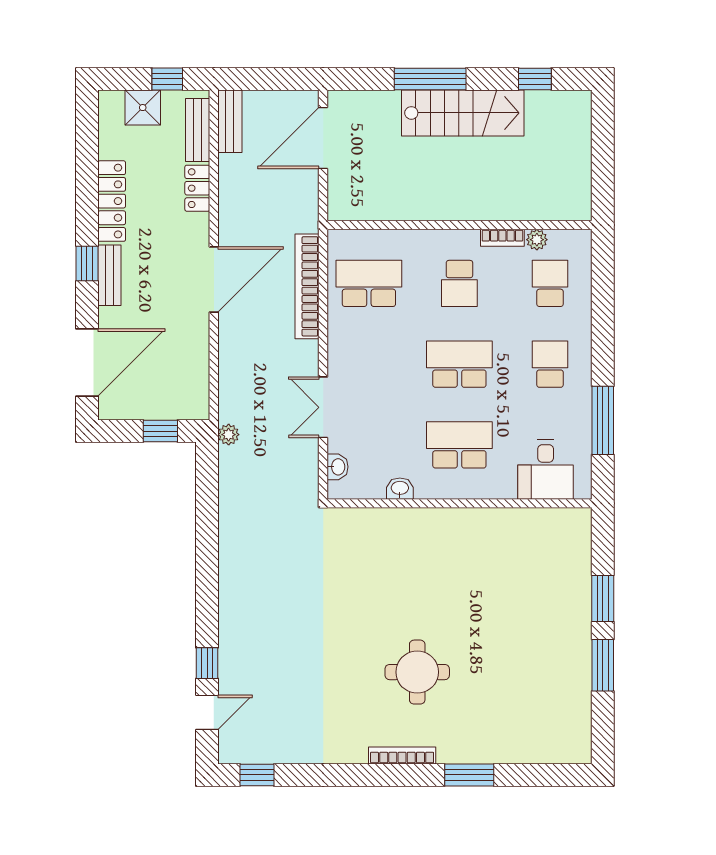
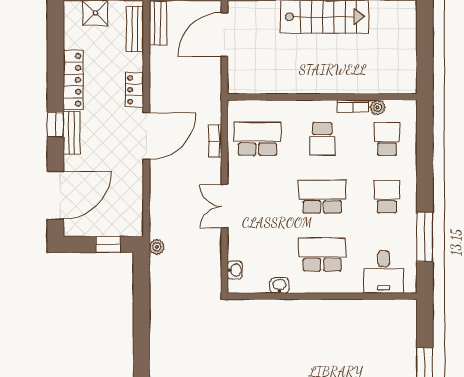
locker: (197, 188) -> (135, 90), moved
bookcase: (307, 286) -> (215, 141), width x0.43, depth x0.76
double door: (323, 407) -> (224, 206), moved

